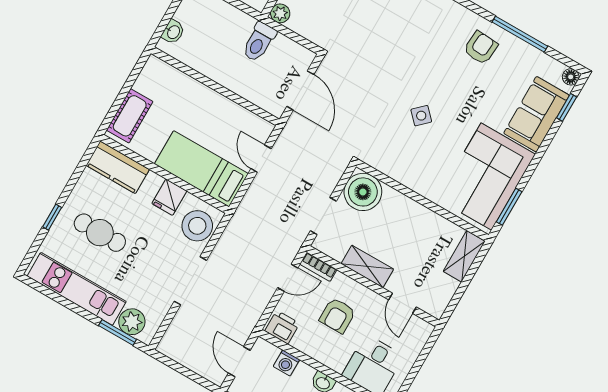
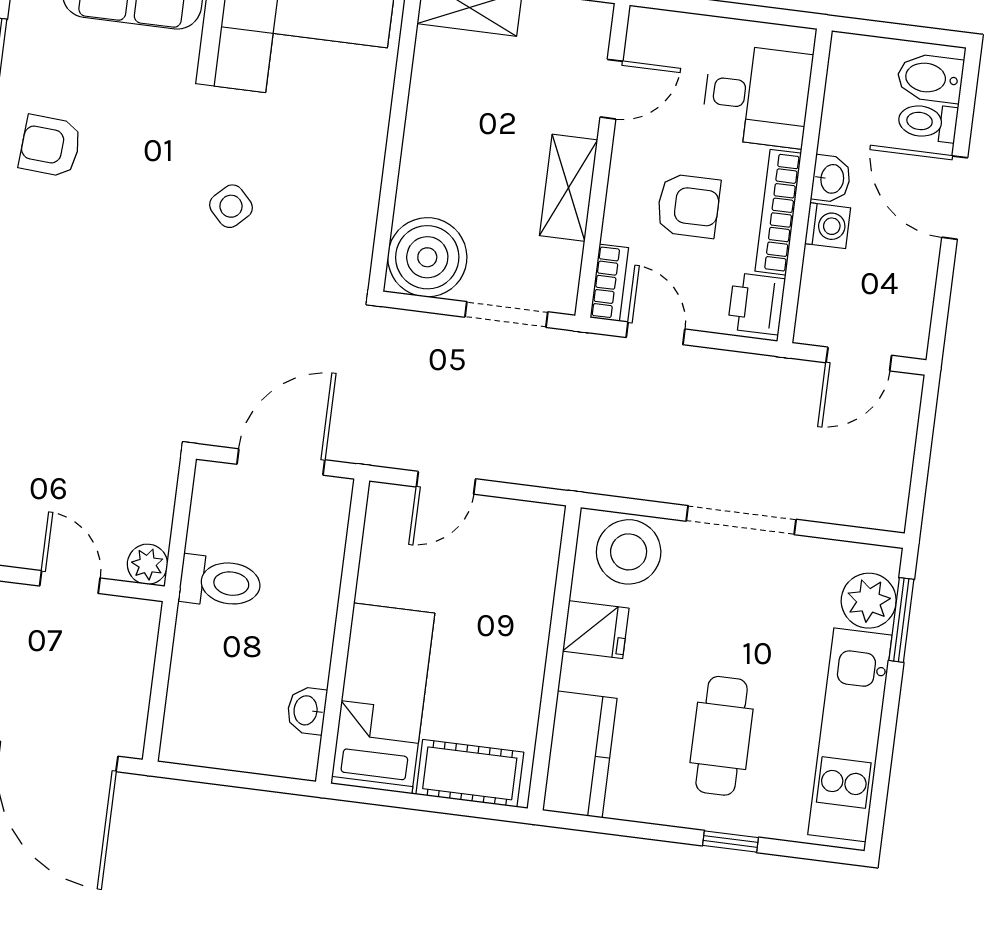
washbasin: (173, 32) -> (307, 710), moved, turned -90
bed: (201, 169) -> (383, 698), moved, turned 180
bookcase: (318, 353) -> (778, 212), added
washing machine: (286, 363) -> (828, 226), moved

